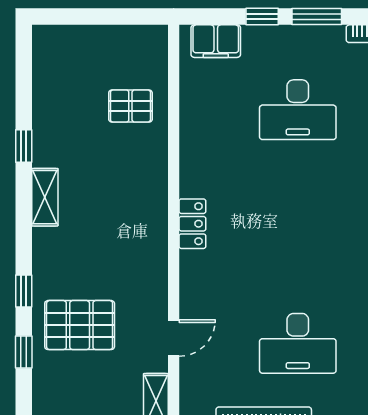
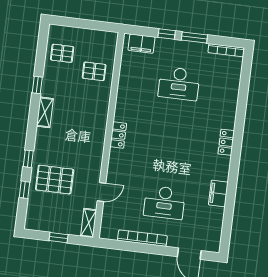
pallet: (64, 79) -> (62, 53), added

